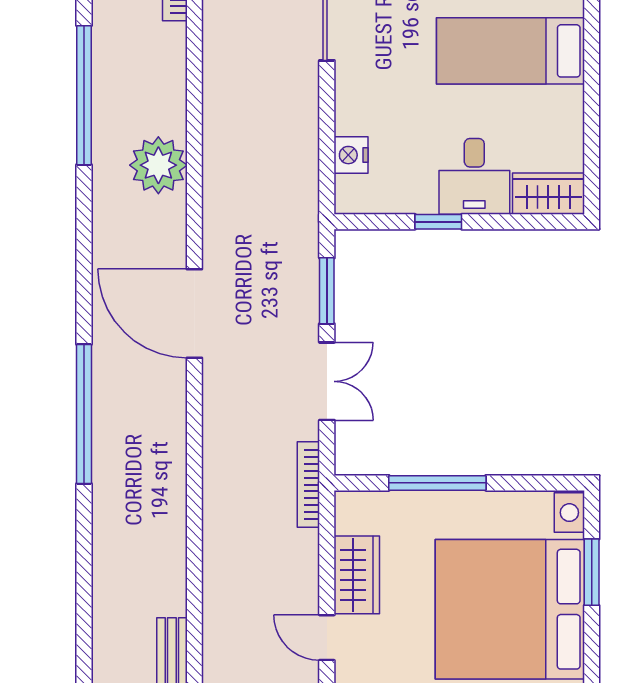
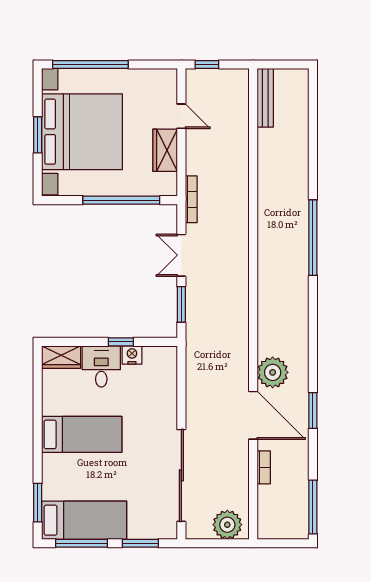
window: (84, 95) -> (313, 410), width x0.47
nightstand: (351, 155) -> (132, 355), moved, turned -90
door: (194, 314) -> (253, 415), moved
window: (437, 483) -> (121, 200), width x1.46
window: (592, 572) -> (38, 135), moved

